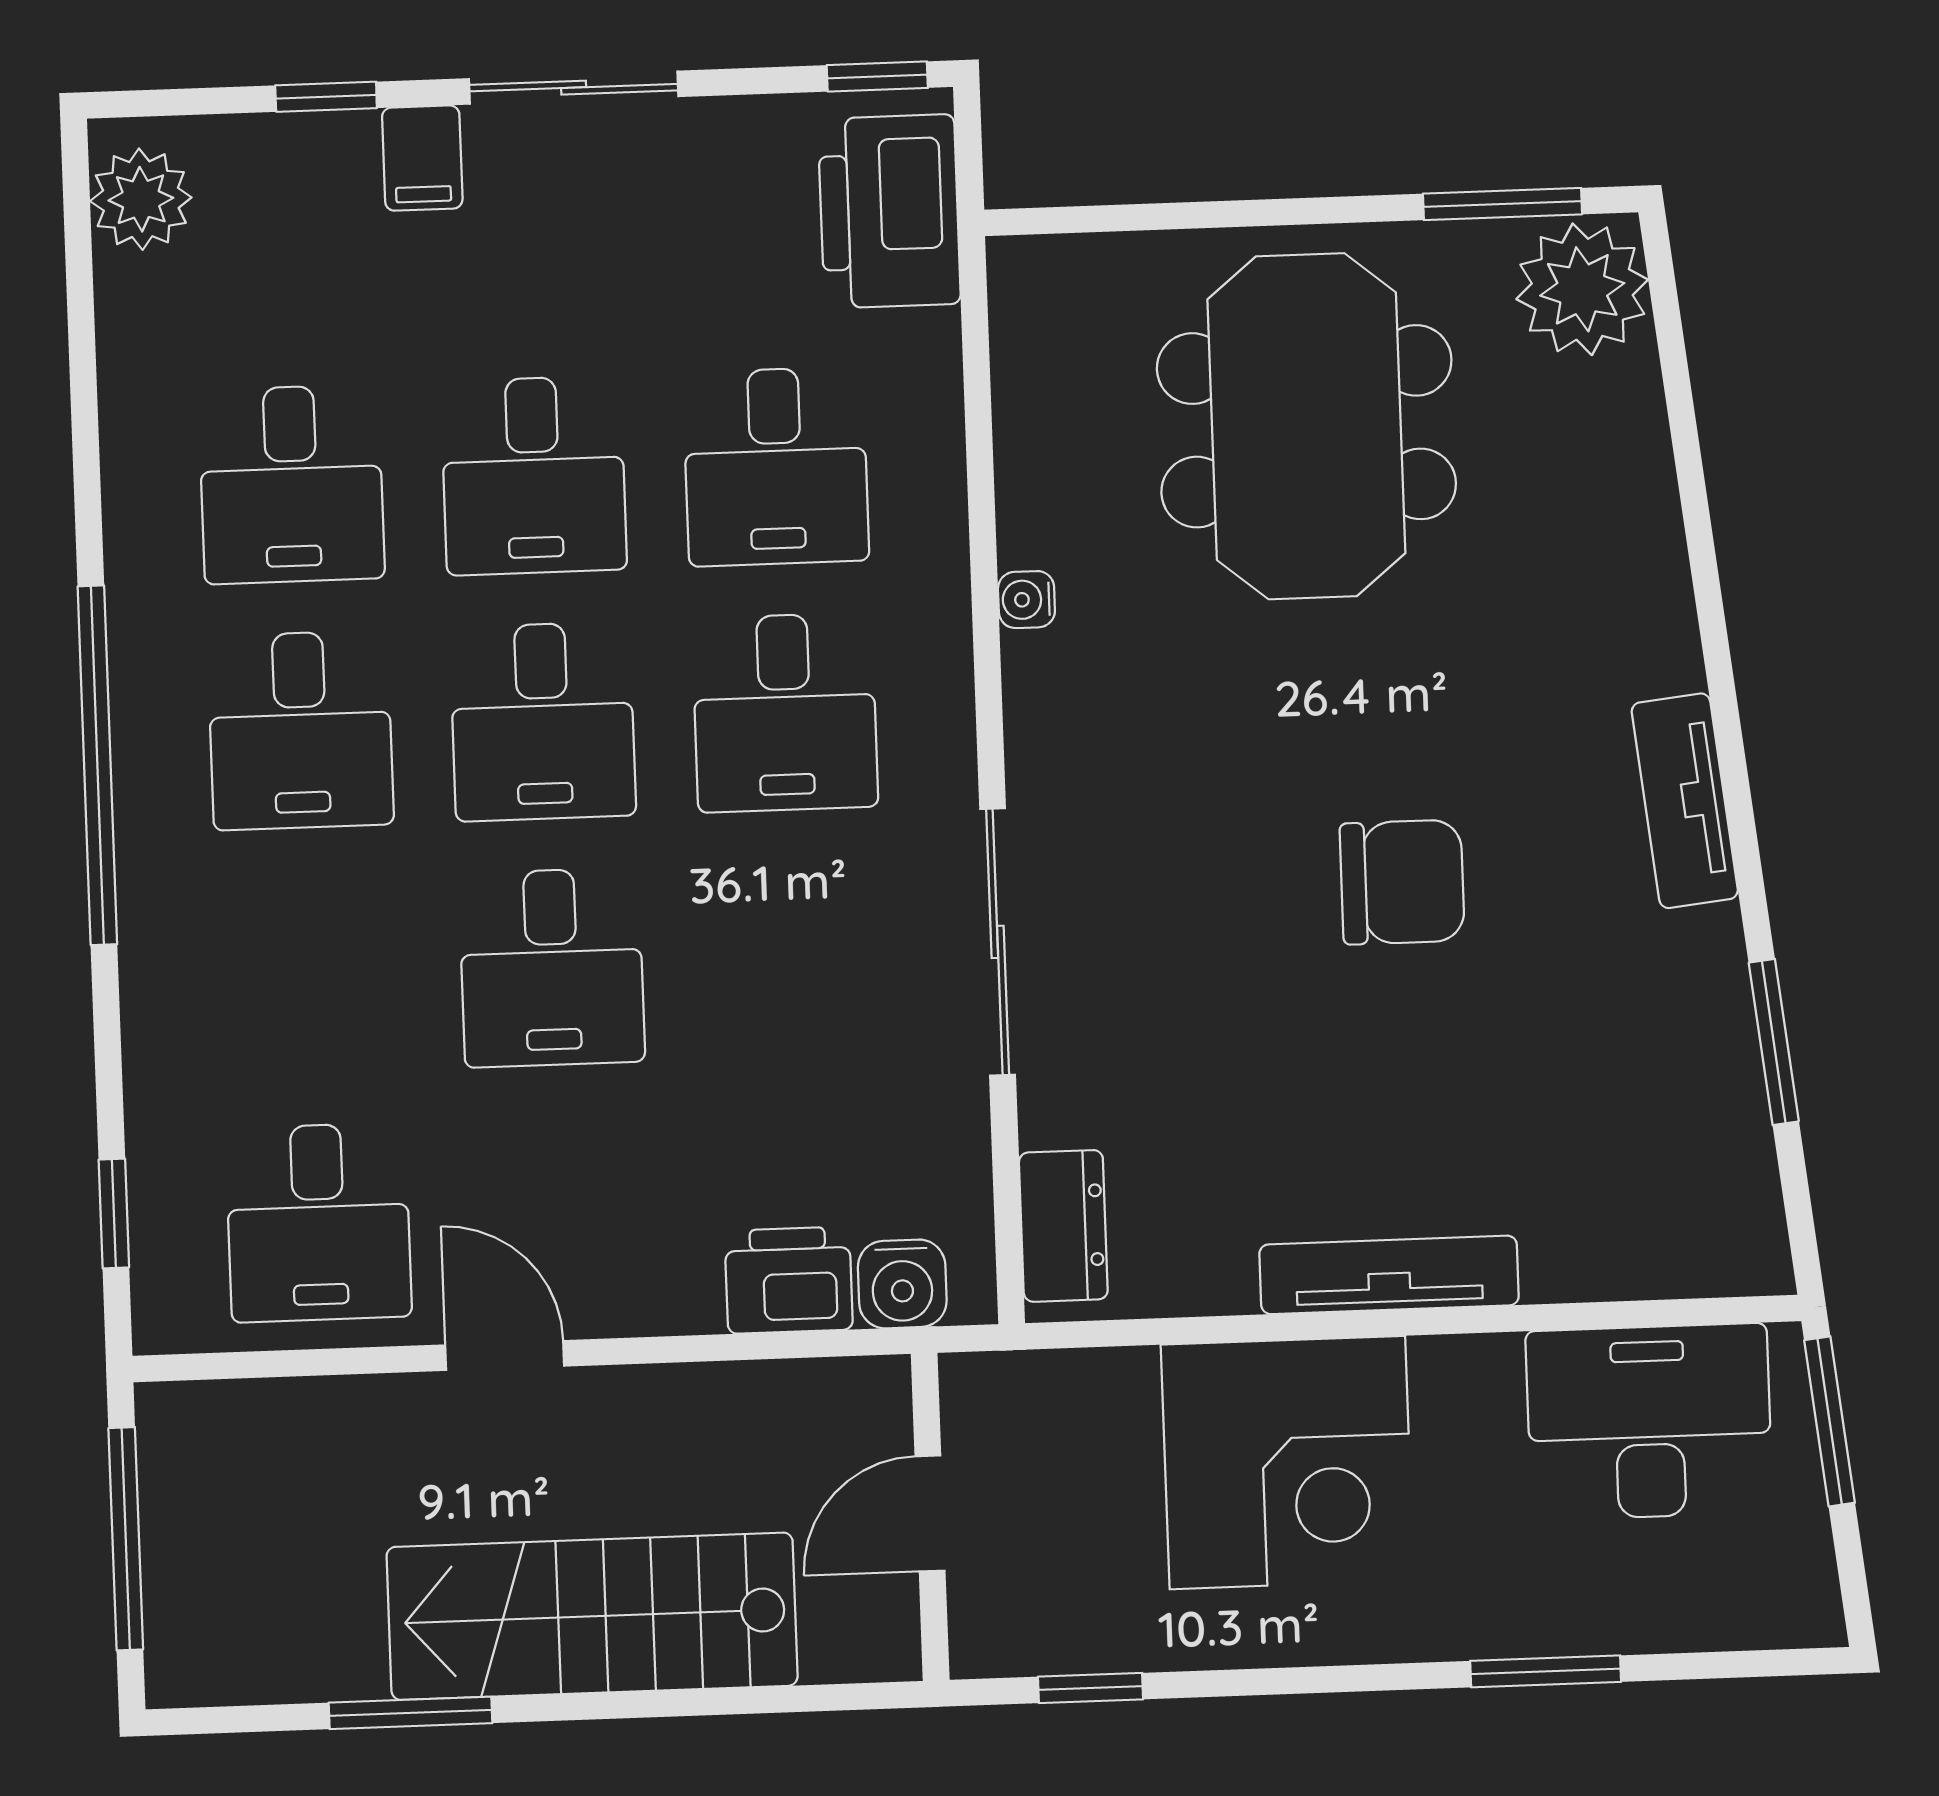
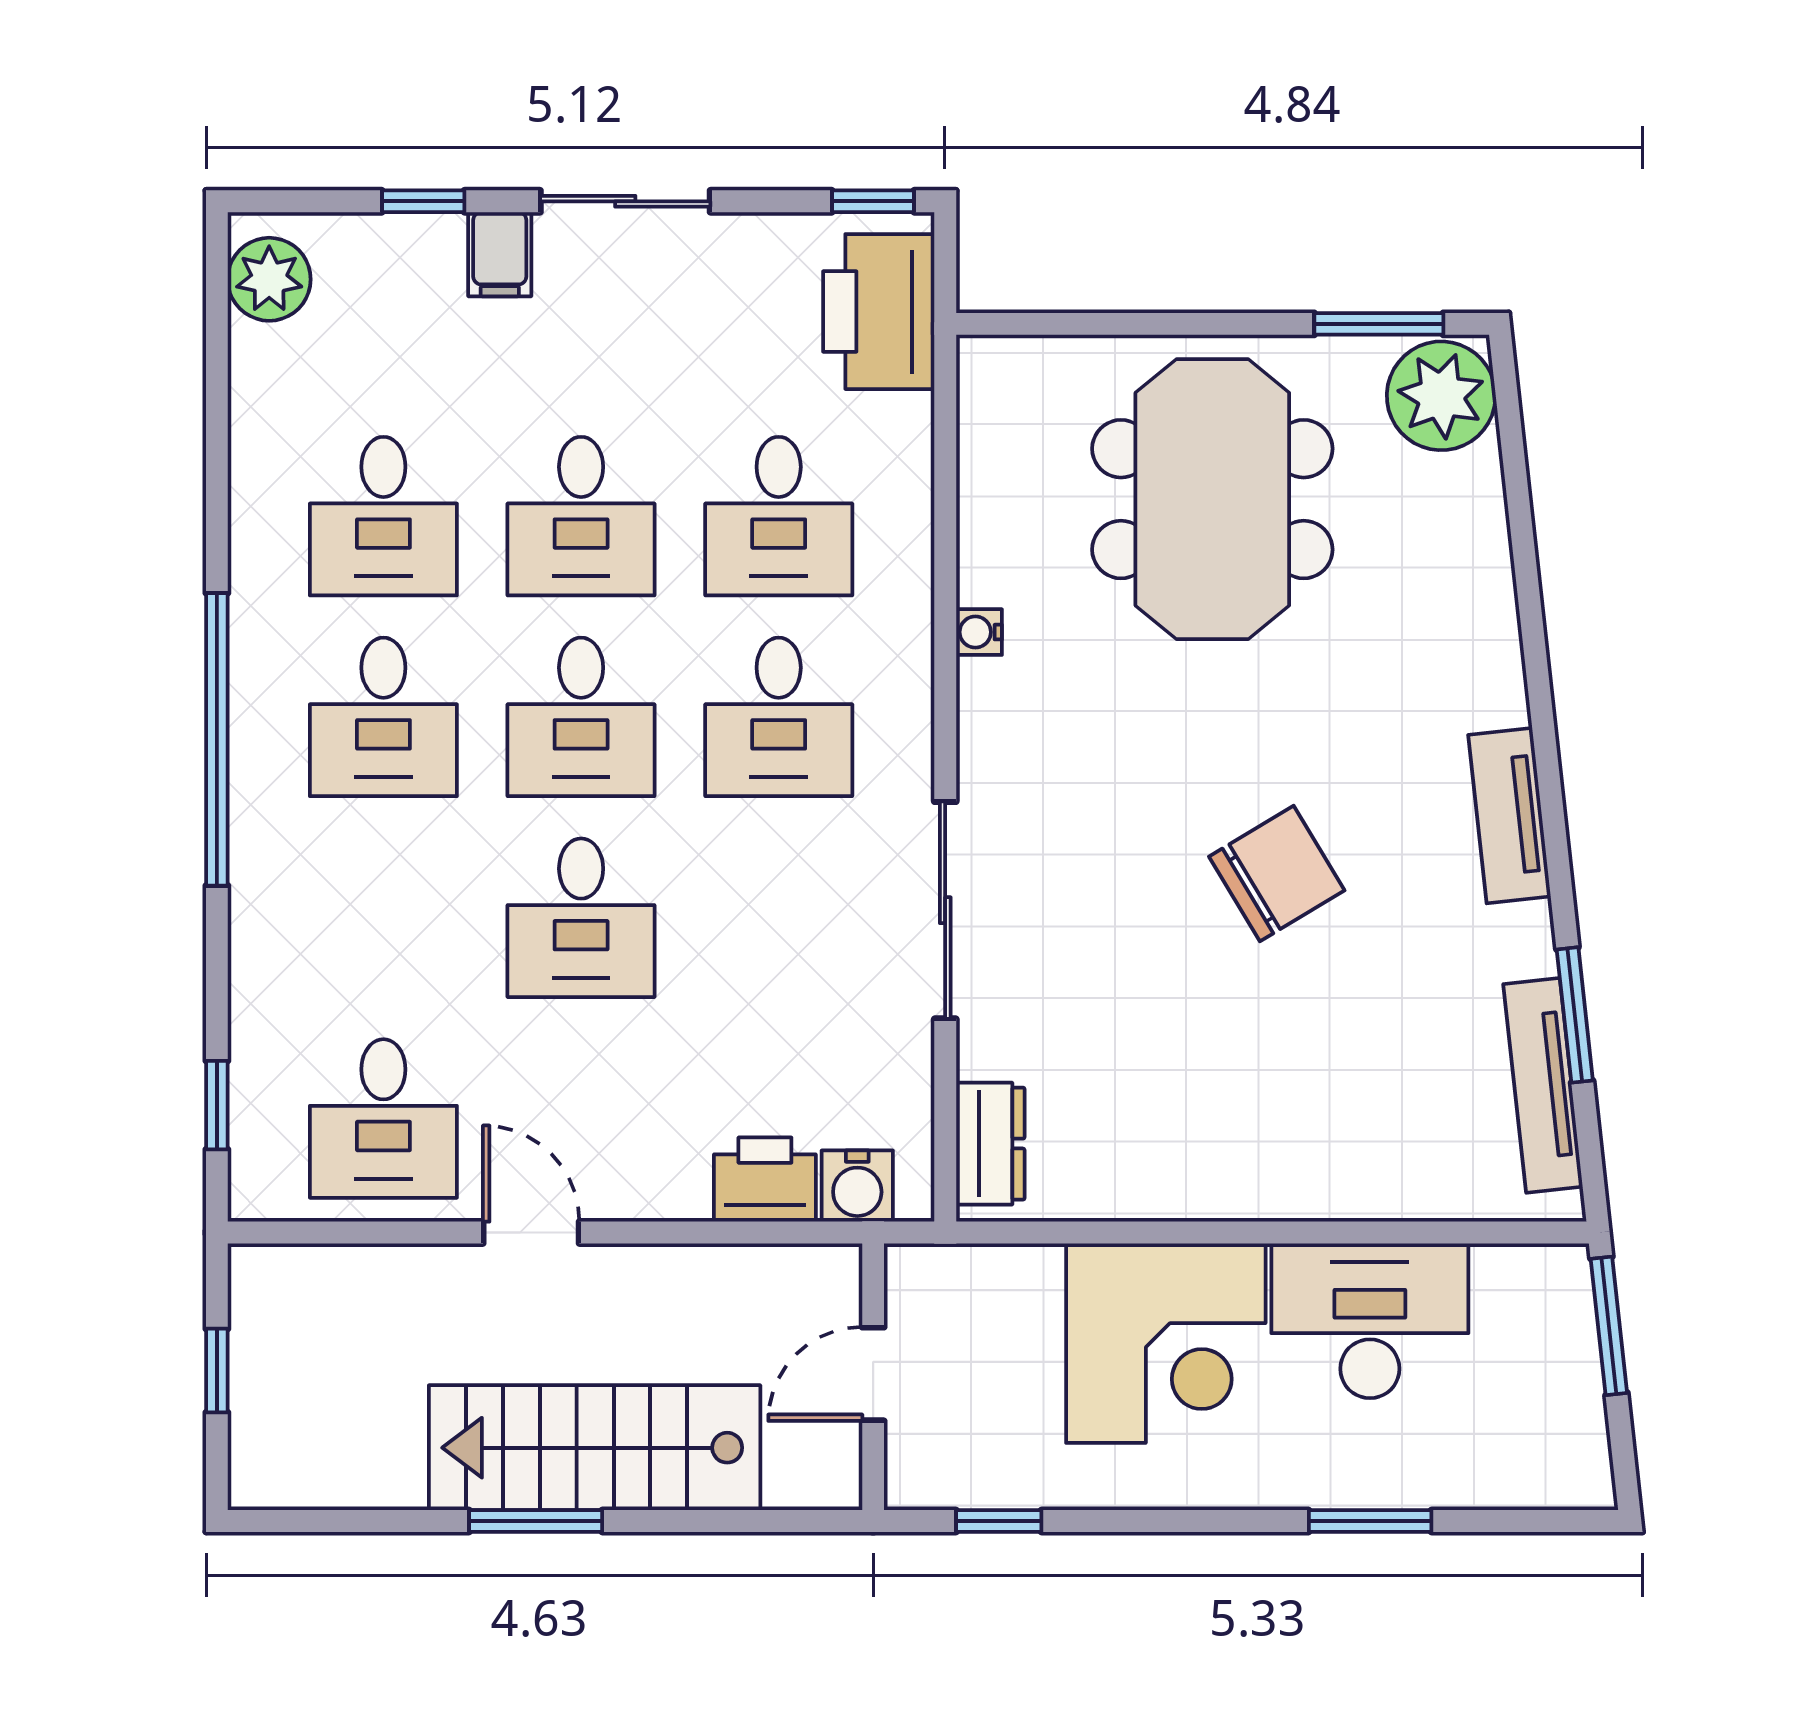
chair: (1402, 882) -> (1277, 874), turned -31
tv unit: (1389, 1275) -> (1543, 1085), moved, turned -96
desk: (1649, 1422) -> (1370, 1321), moved
window: (126, 1539) -> (217, 1371), width x0.46
window: (410, 1713) -> (536, 1521), moved

